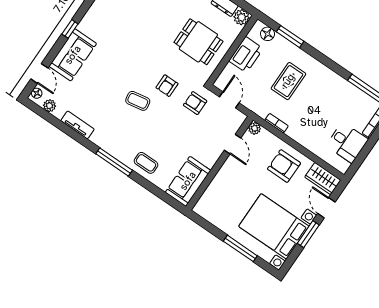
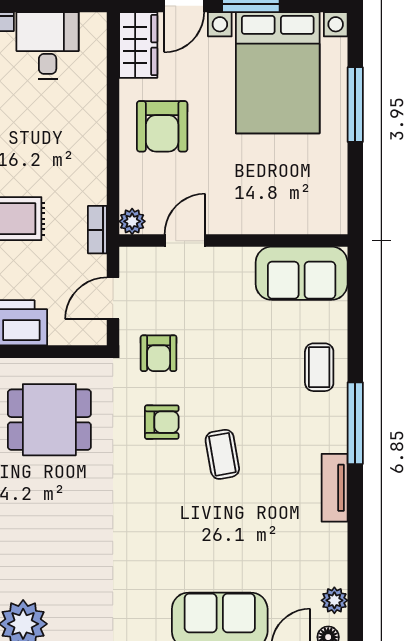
dining table: (198, 42) -> (49, 420), turned 90
bookcase: (277, 123) -> (97, 230), moved
tv unit: (77, 125) -> (335, 488), moved

